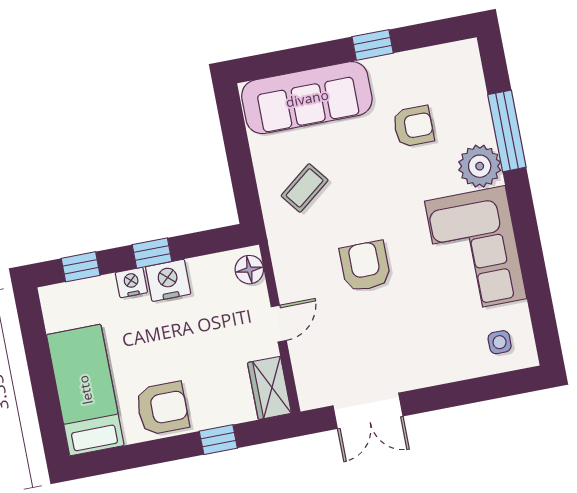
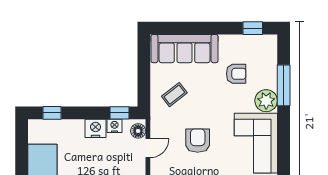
window: (373, 45) -> (253, 28), moved
window: (152, 253) -> (119, 113), moved
nightstand: (131, 283) -> (114, 126), moved
door: (279, 324) -> (148, 148), moved

